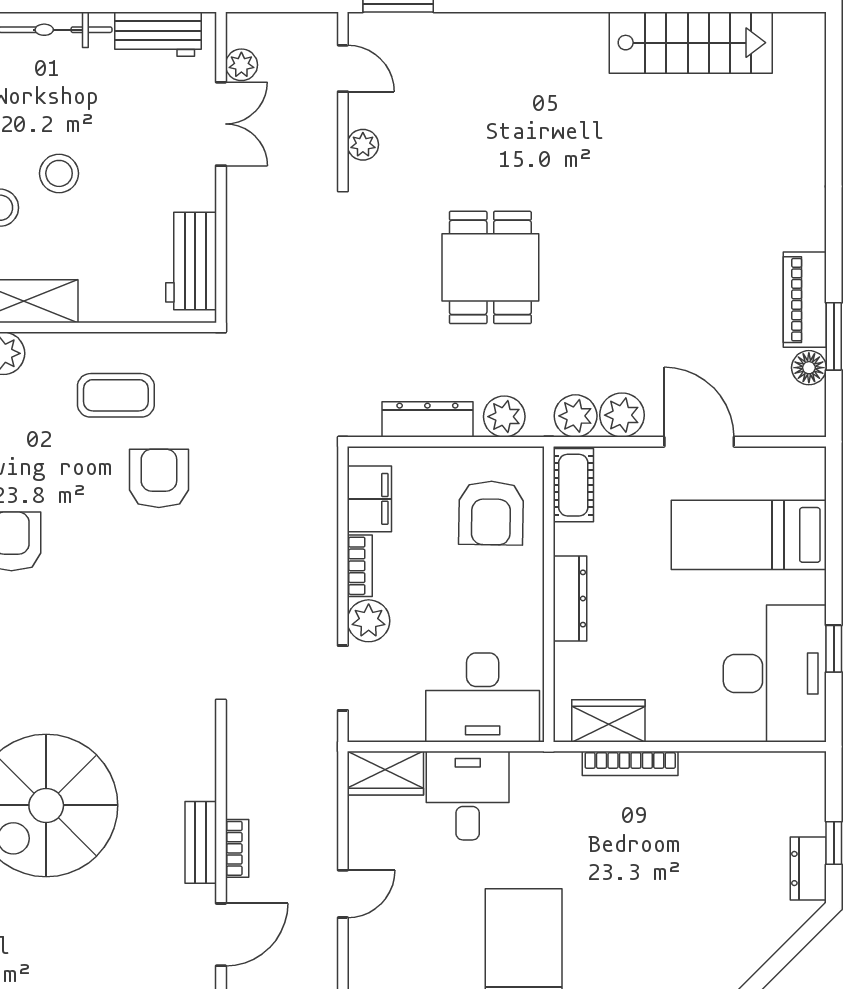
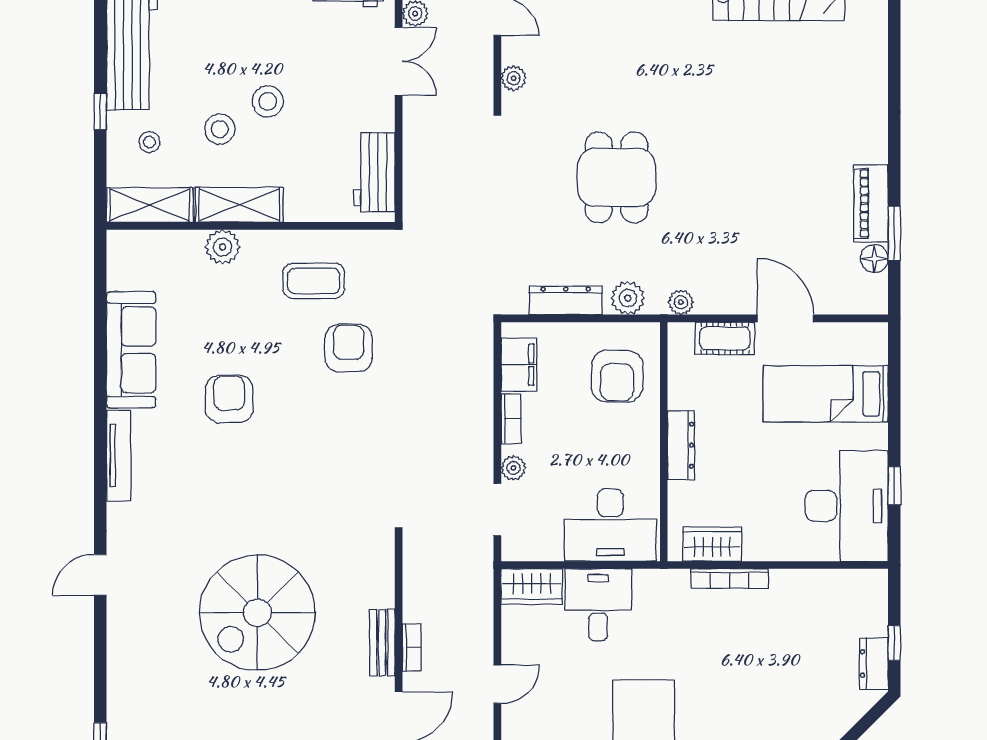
plant: (622, 415) -> (723, 297), removed
plant: (576, 416) -> (681, 302), width x0.73, depth x0.73
cot: (573, 485) -> (725, 338), moved, turned 90
plant: (369, 621) -> (513, 468), width x0.73, depth x0.73

